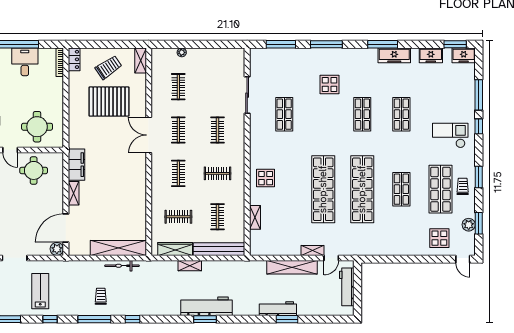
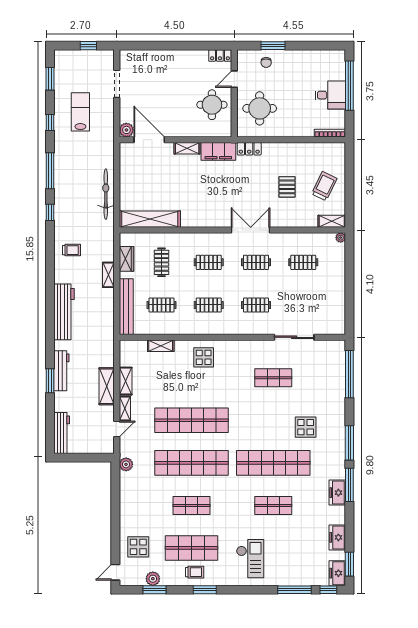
window: (281, 44) -> (349, 374), width x1.46
window: (326, 44) -> (349, 443), moved
plant: (182, 52) -> (341, 238), moved
freezer: (394, 55) -> (337, 493), width x0.71
locker: (74, 59) -> (249, 149), moved
trolley: (108, 67) -> (324, 186), turned -120
pallet: (109, 102) -> (287, 187), width x0.49, depth x0.50
shop shelf: (362, 114) -> (273, 463), width x2.00, depth x1.36
window: (479, 126) -> (328, 590), moved
clothes rail: (217, 173) -> (209, 305), turned 90
shelving: (118, 248) -> (150, 219), moved, turned 90
wardrobe: (175, 249) -> (126, 259), width x0.67
plant: (364, 249) -> (126, 464), added
shelving: (287, 250) -> (126, 381), added
door: (331, 258) -> (117, 429), swing flipped
bicycle: (122, 266) -> (106, 194), width x1.37, depth x1.40
shelving: (292, 267) -> (107, 386), width x0.68
workbench: (347, 287) -> (62, 433), moved, turned 90
lab bench: (40, 291) -> (80, 112), turned -90
trolley: (101, 296) -> (71, 250), moved
workbench: (207, 306) -> (64, 312), moved
window: (205, 319) -> (50, 291), removed

